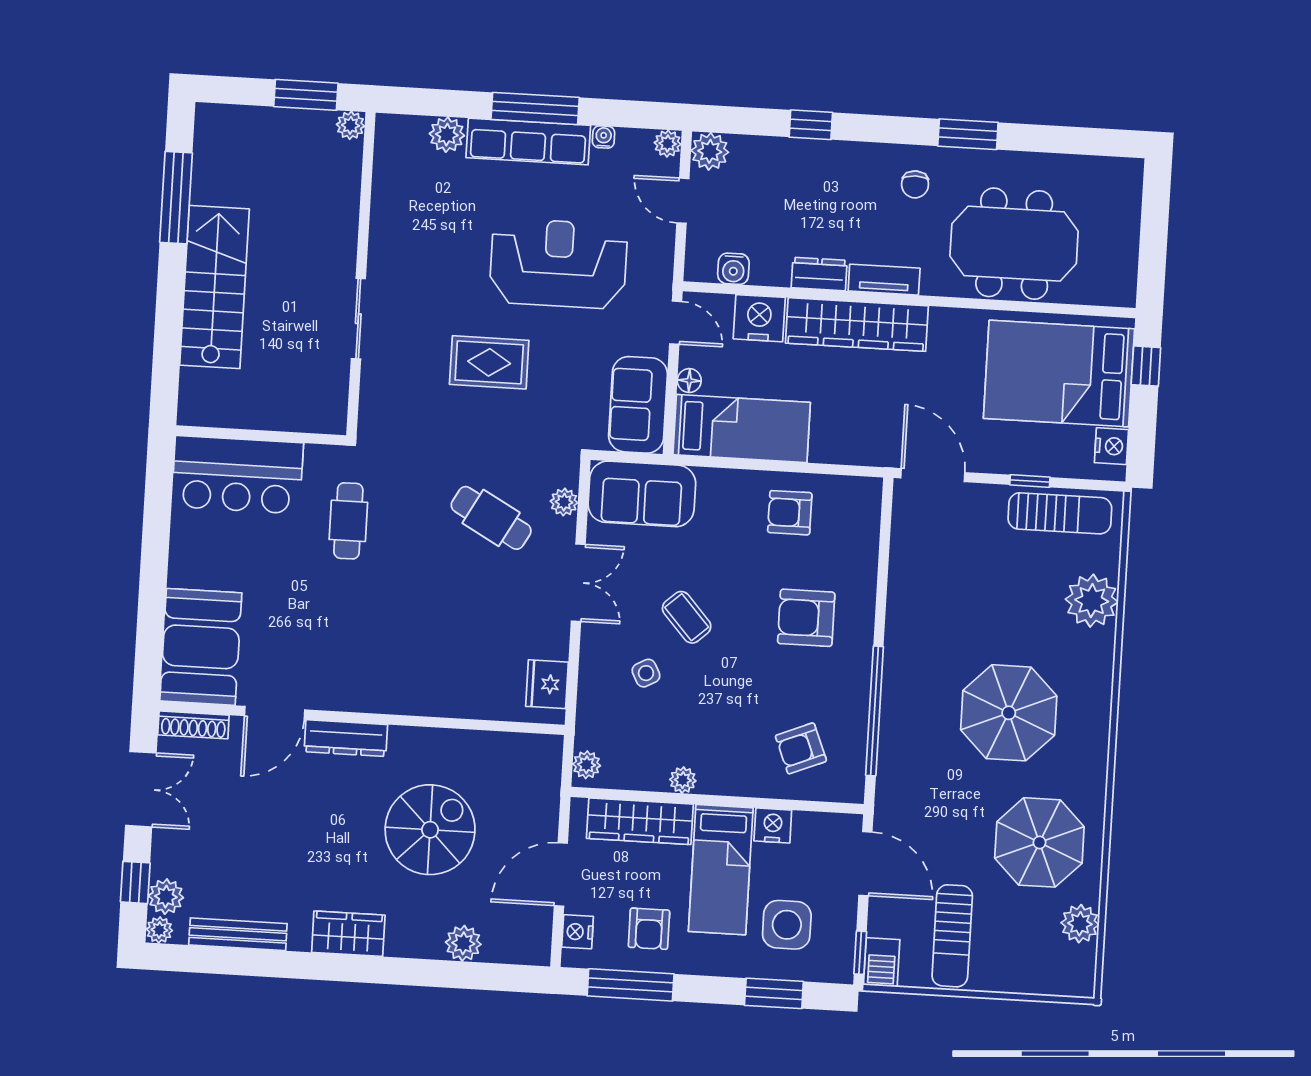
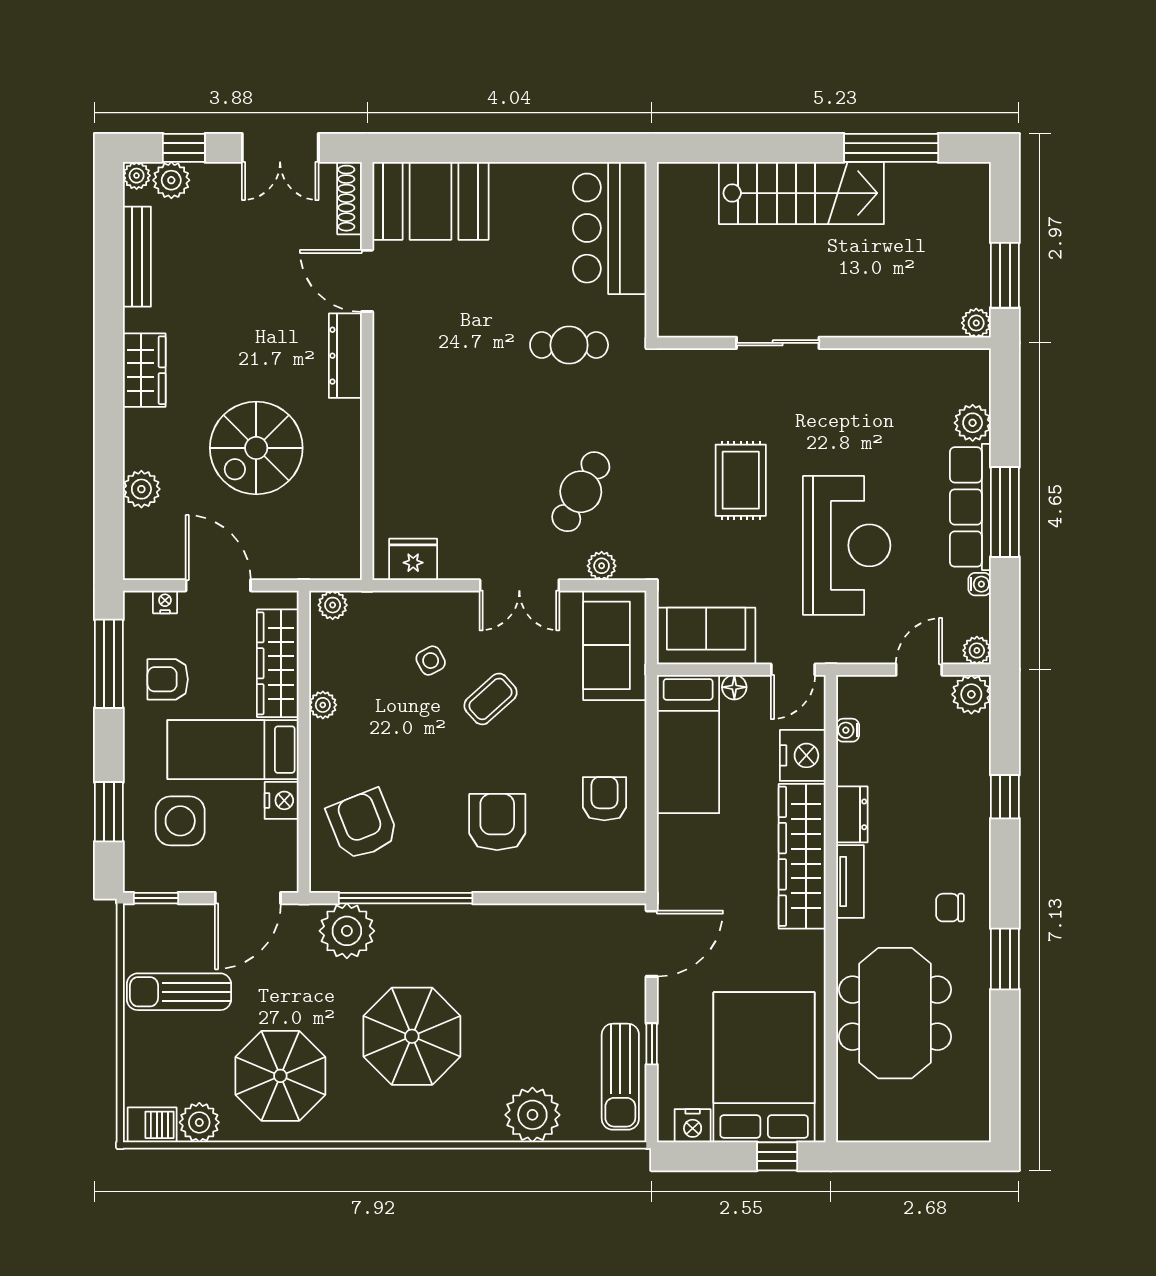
water cooler: (733, 269) -> (848, 730), width x0.72, depth x0.72
armchair: (801, 748) -> (363, 825), width x1.38, depth x1.38
plant: (903, 770) -> (347, 931), added
spiral stairs: (430, 830) -> (256, 448), turned 90
nightstand: (578, 932) -> (165, 602), width x0.72, depth x0.74
barbecue: (882, 962) -> (152, 1125), moved, turned 180

